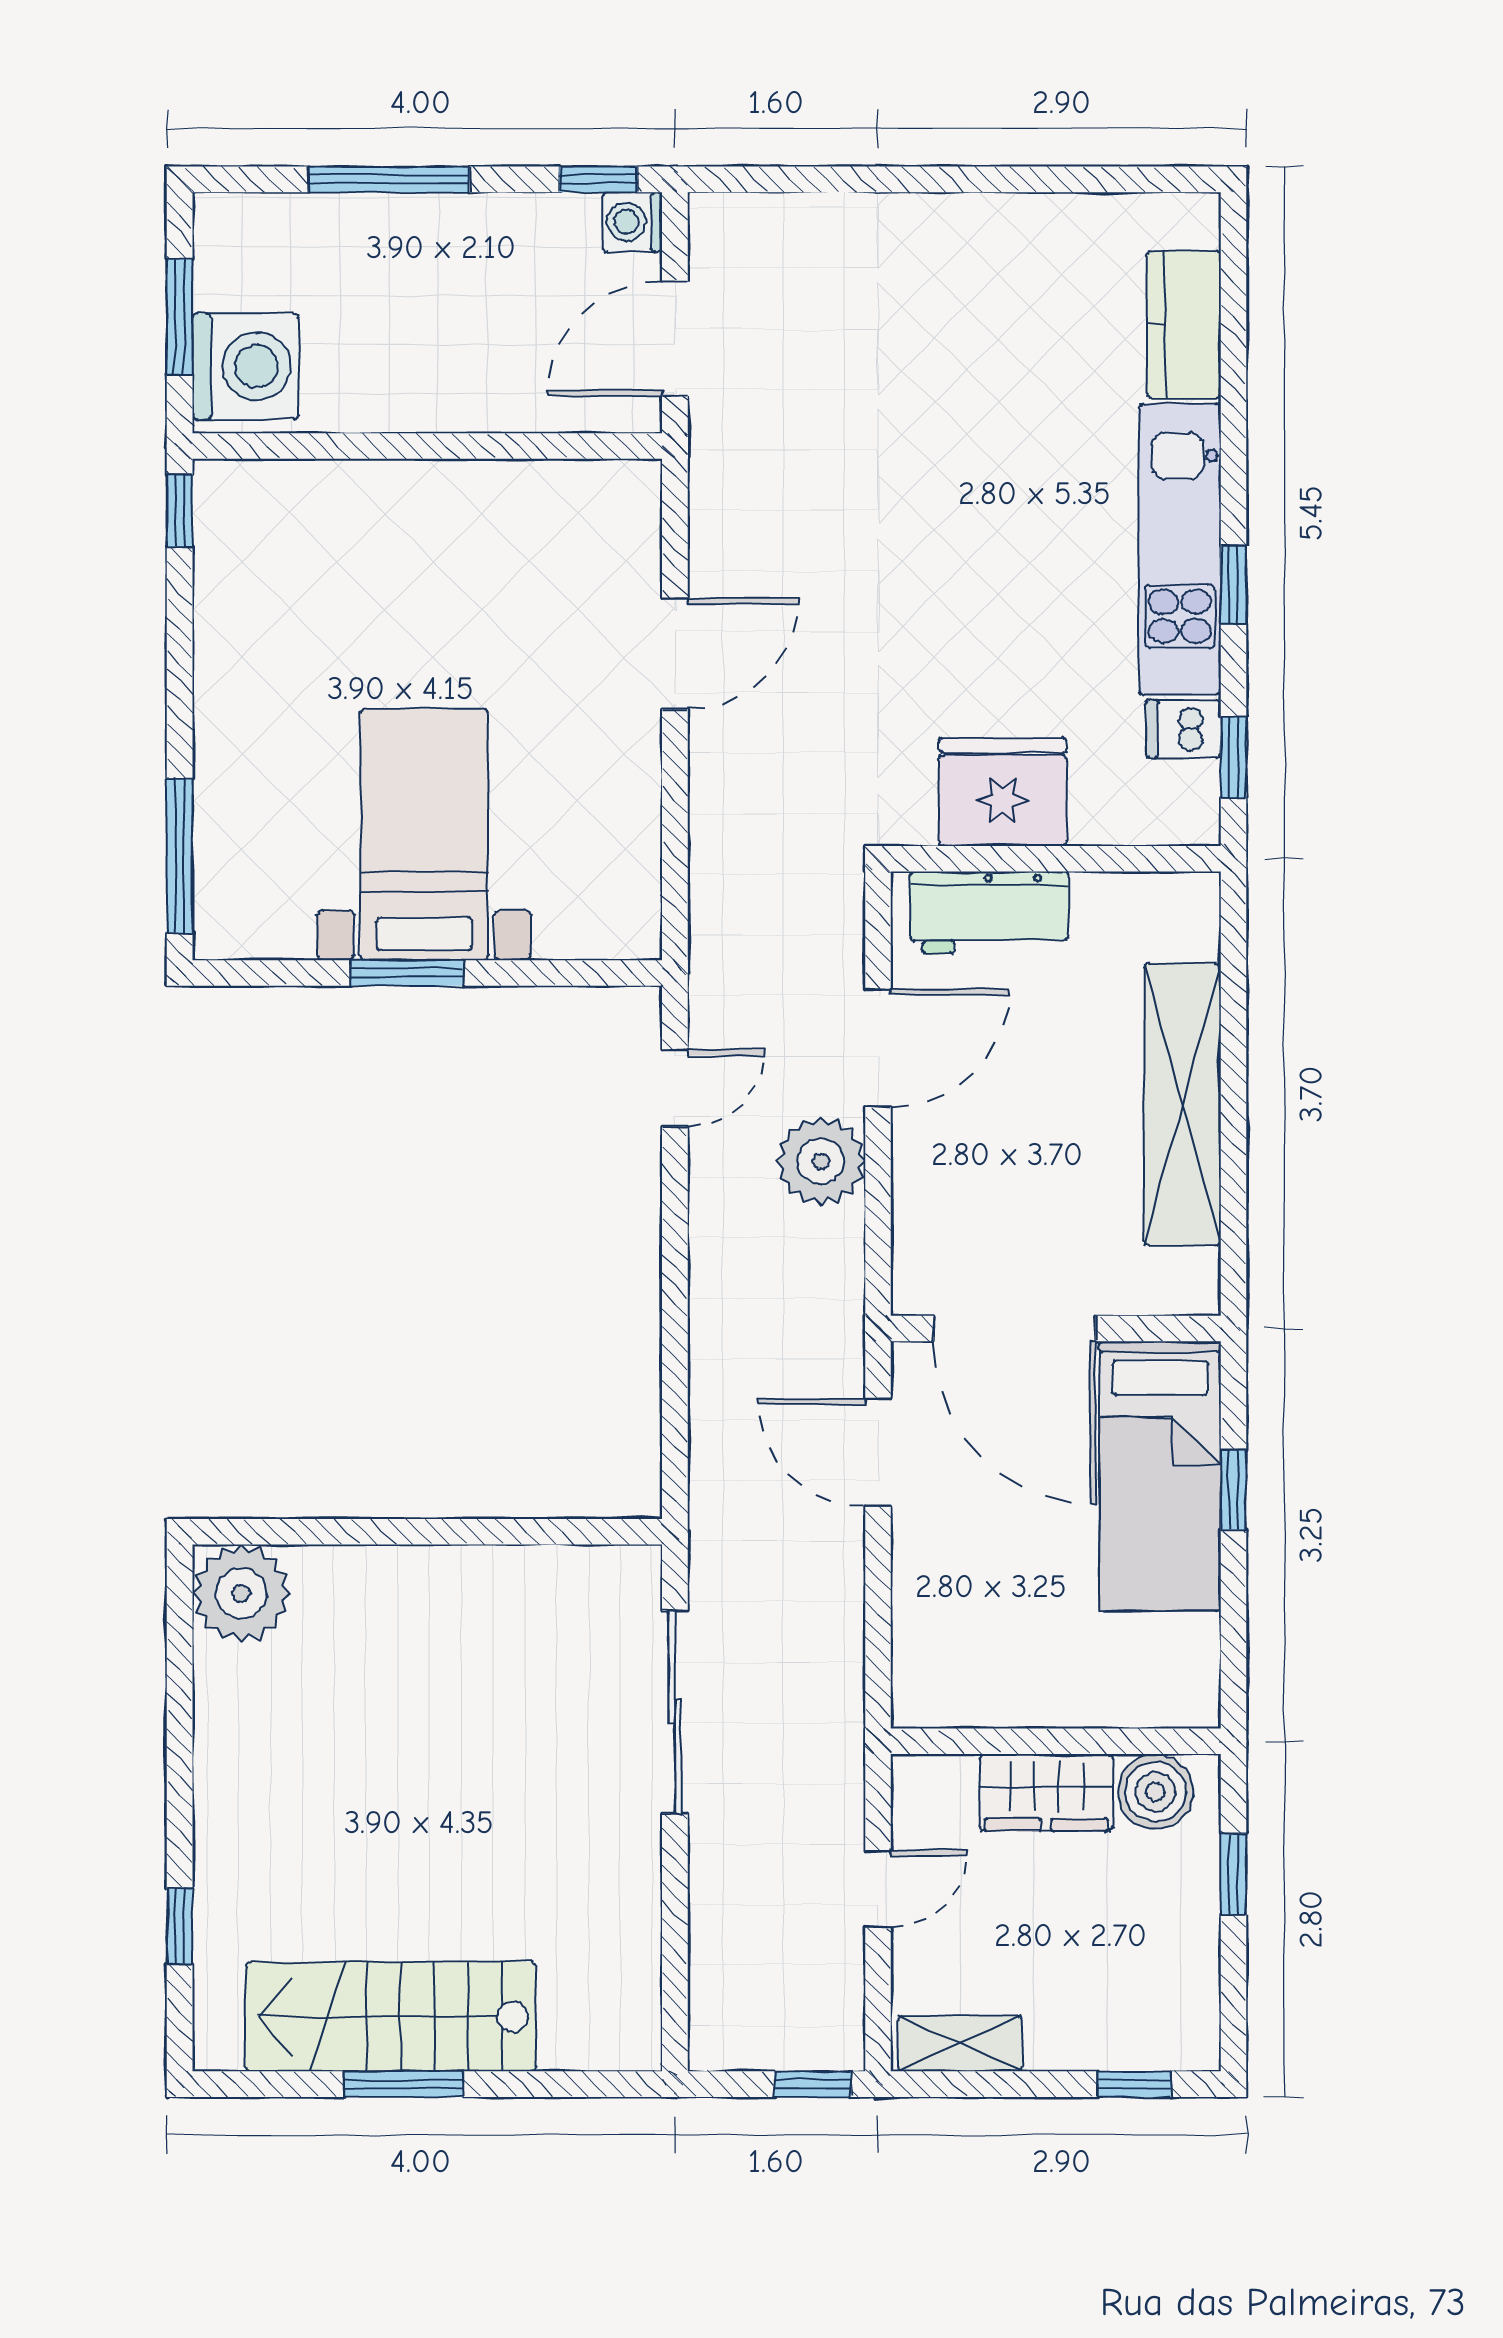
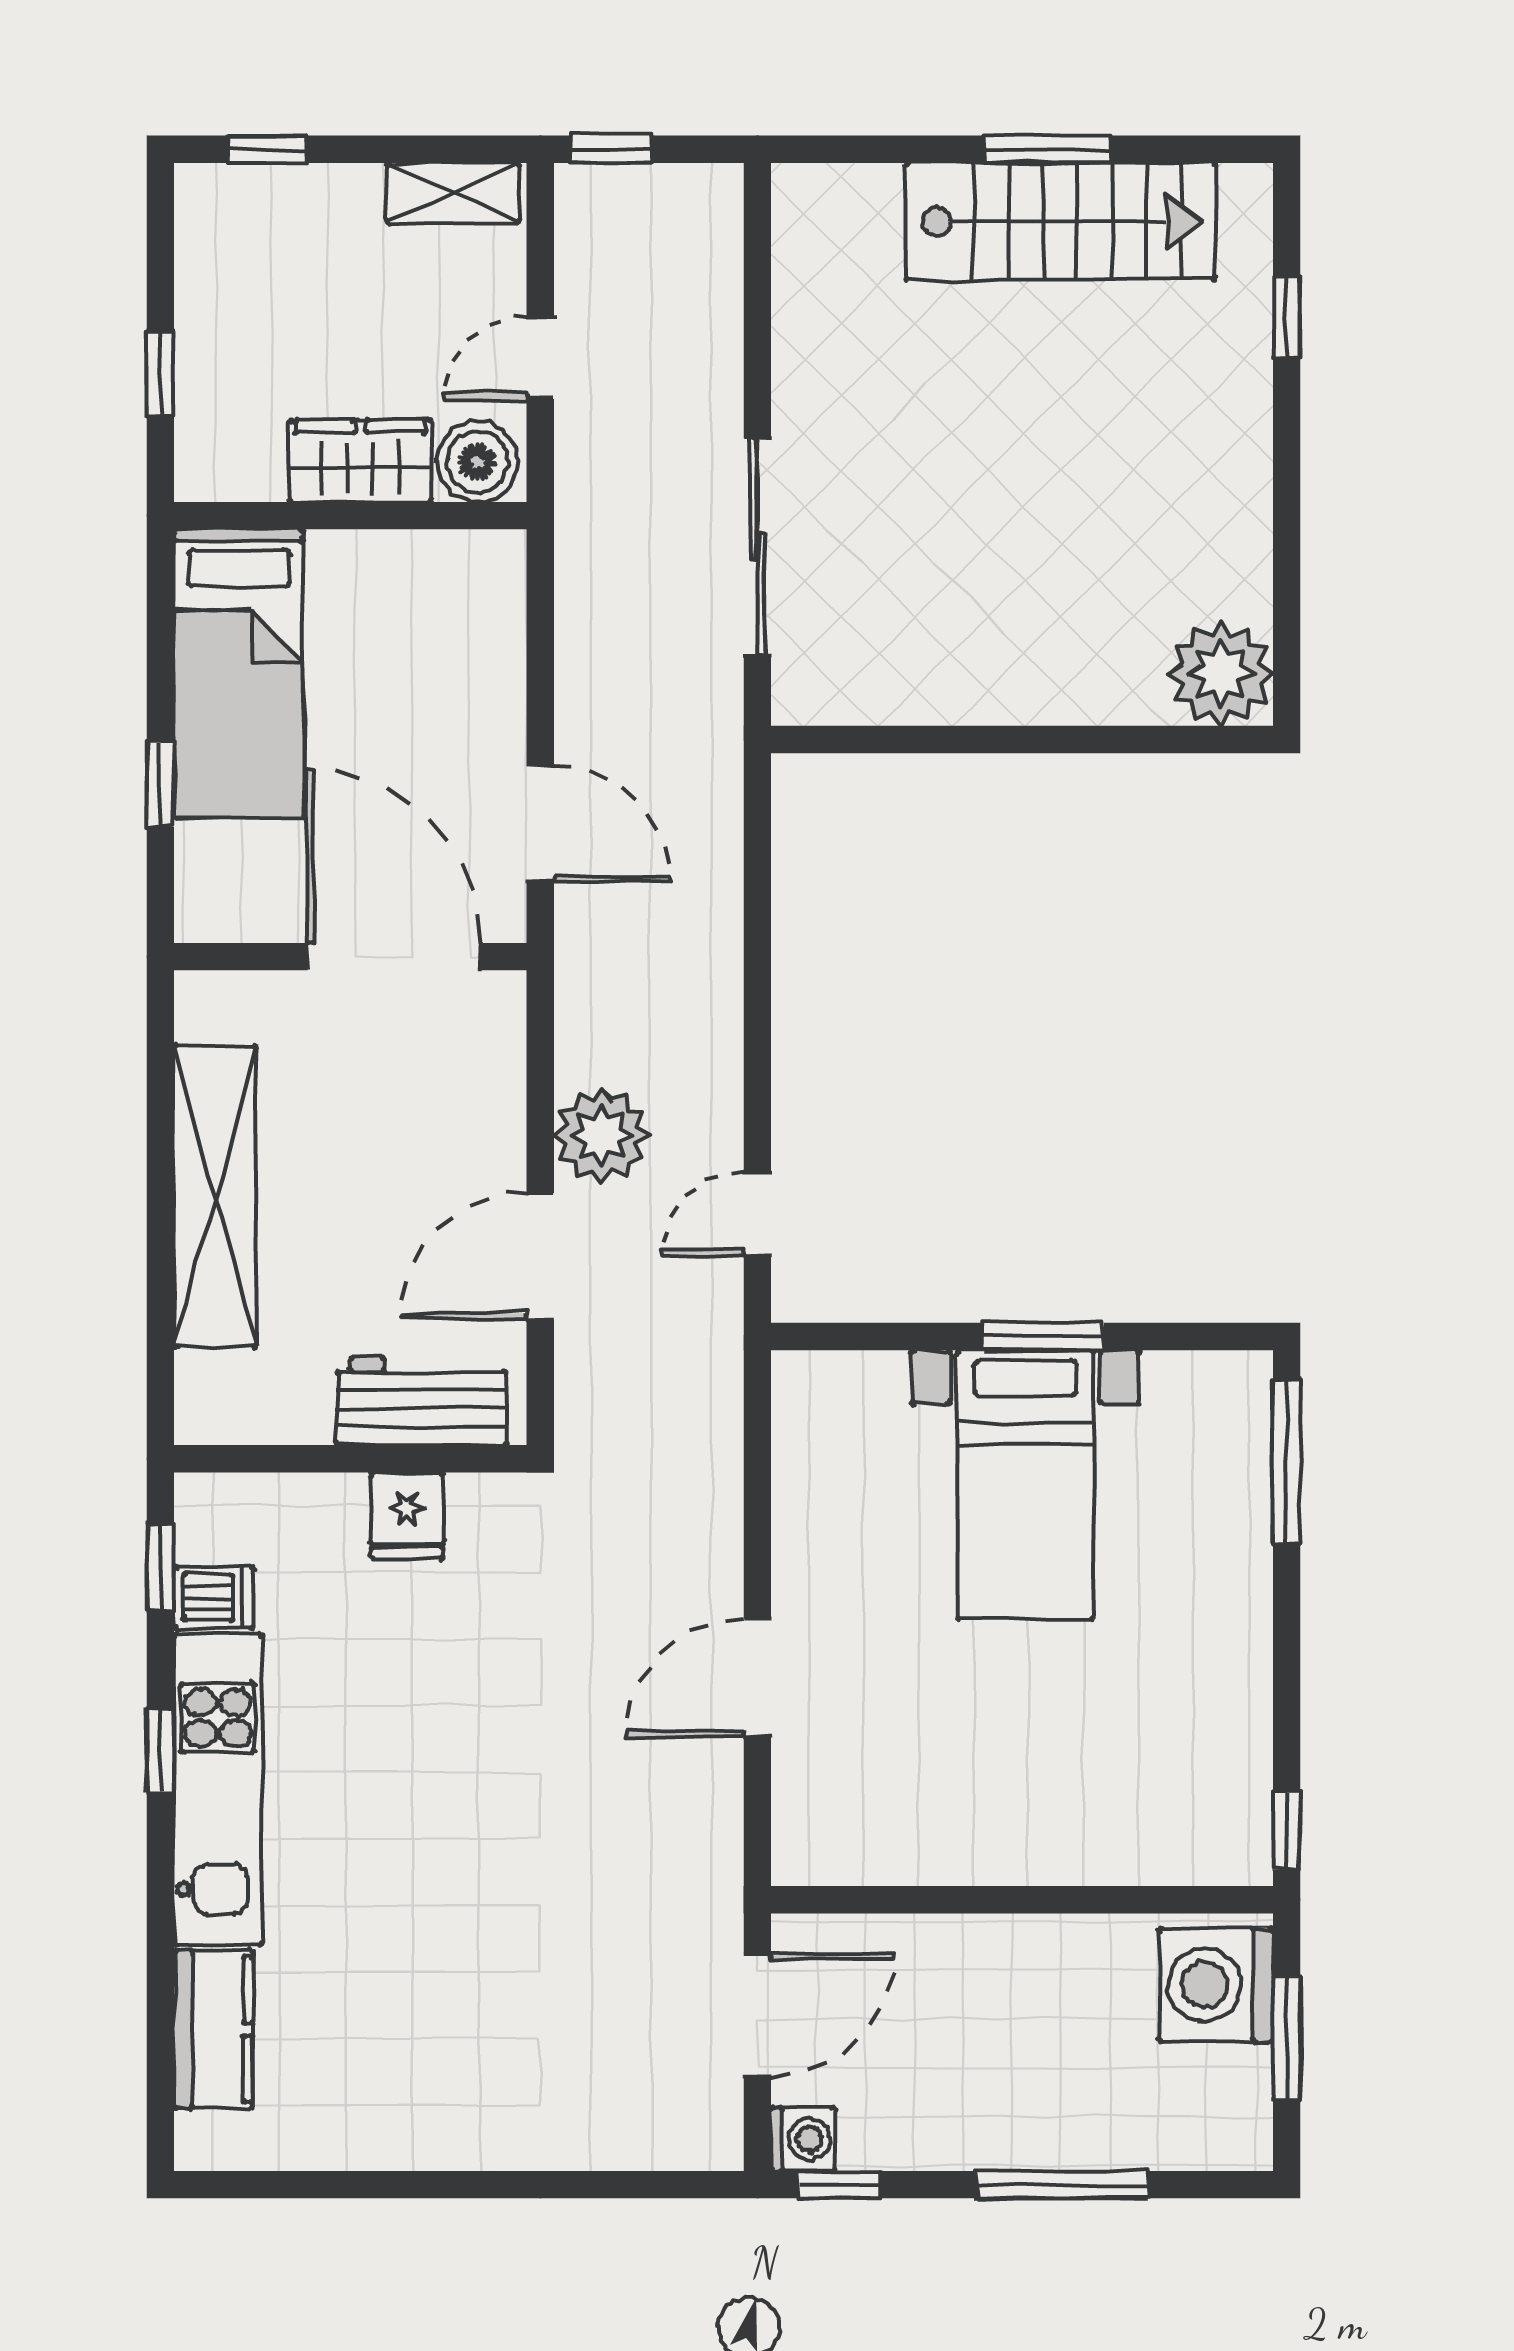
fridge: (1003, 792) -> (407, 1515), width x0.53, depth x0.75
bed: (1160, 1476) -> (239, 673), moved, turned 180
boiler: (1155, 1792) -> (477, 462), moved

